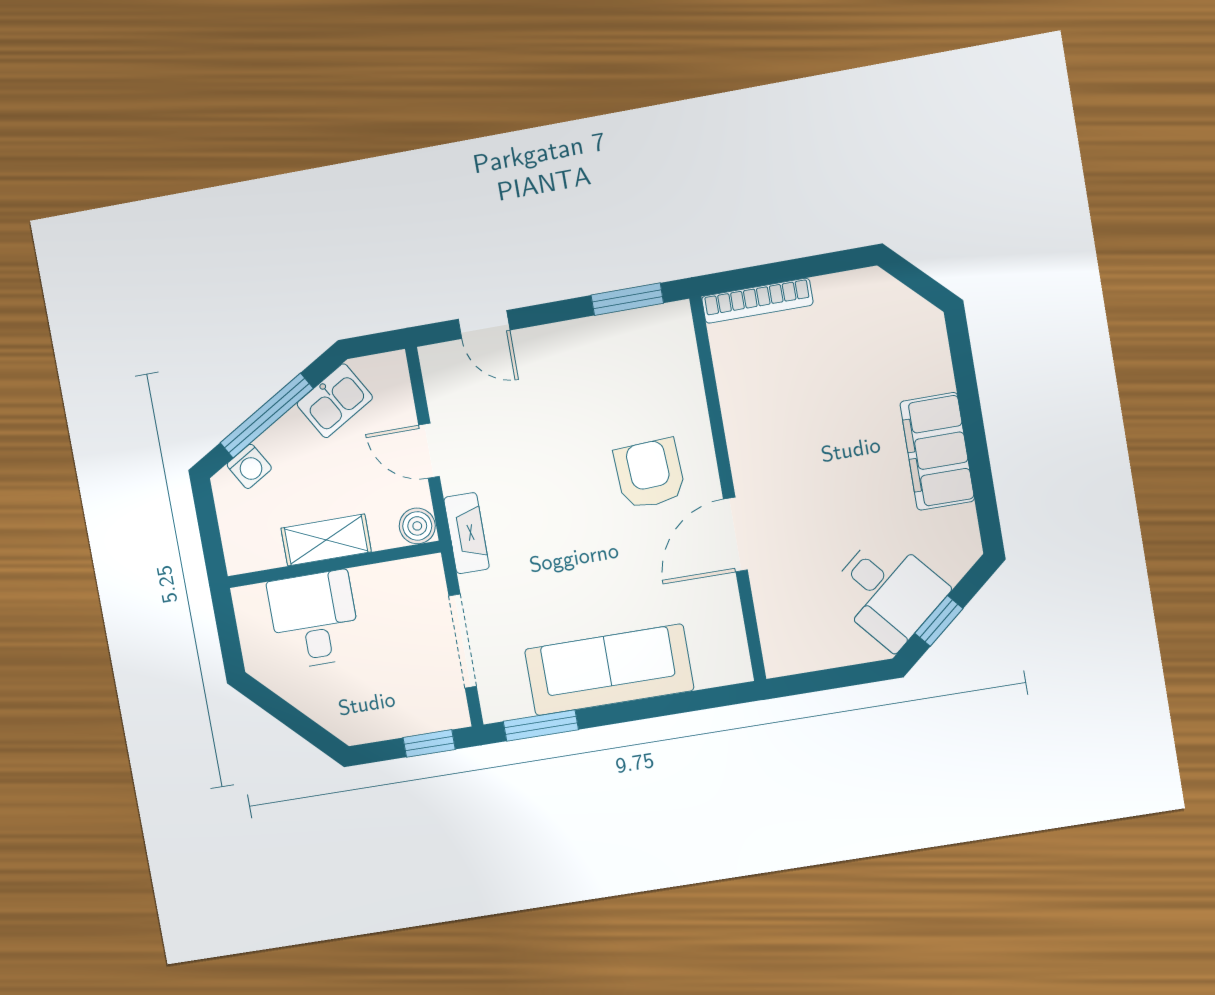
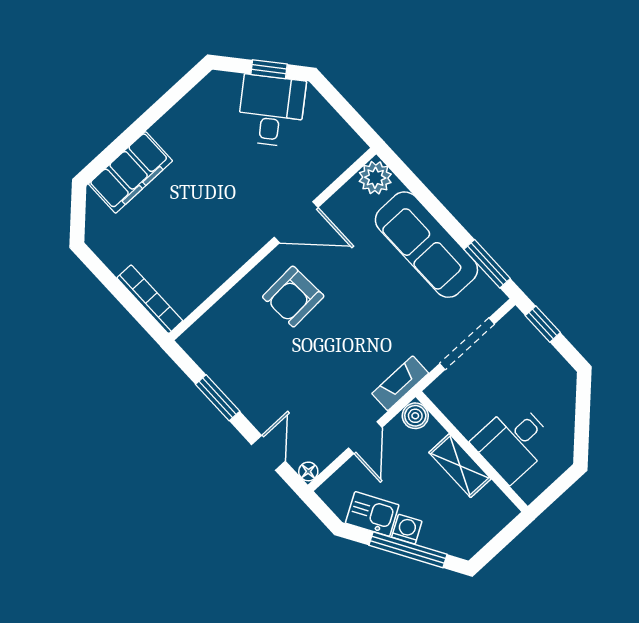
window: (627, 299) -> (218, 398), moved
floor lamp: (432, 358) -> (308, 471), added
filing cabinet: (937, 451) -> (131, 172), moved
washing machine: (249, 466) -> (407, 529), moved
plant: (727, 662) -> (375, 178), added

